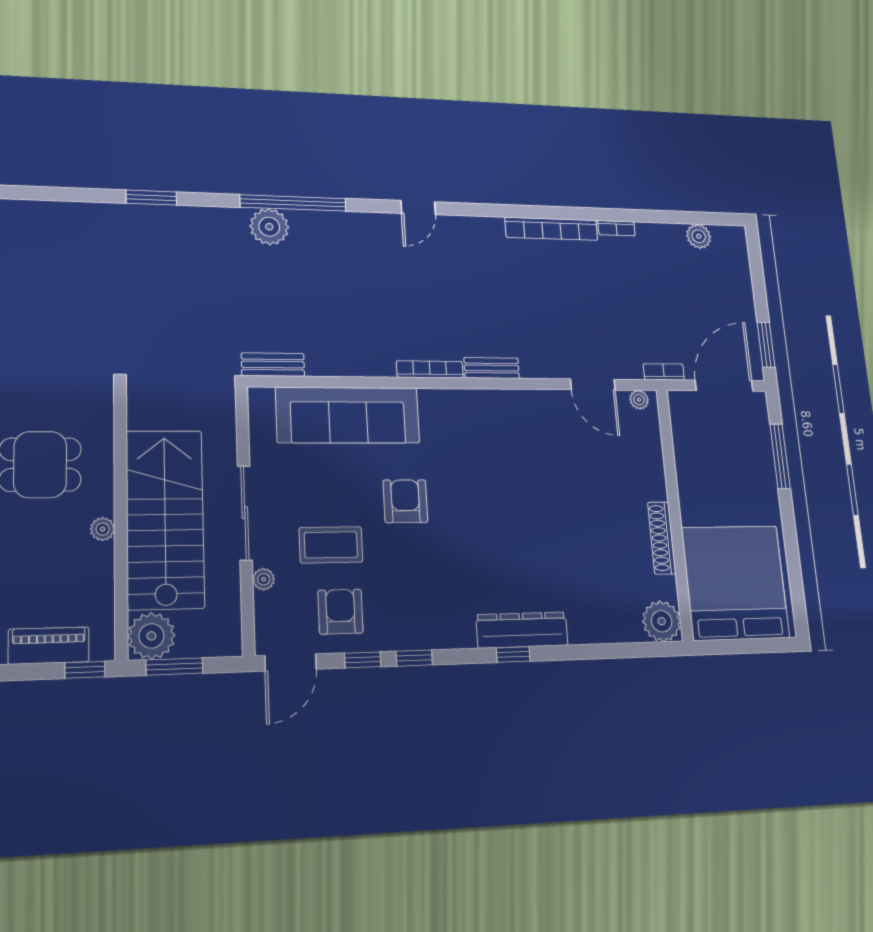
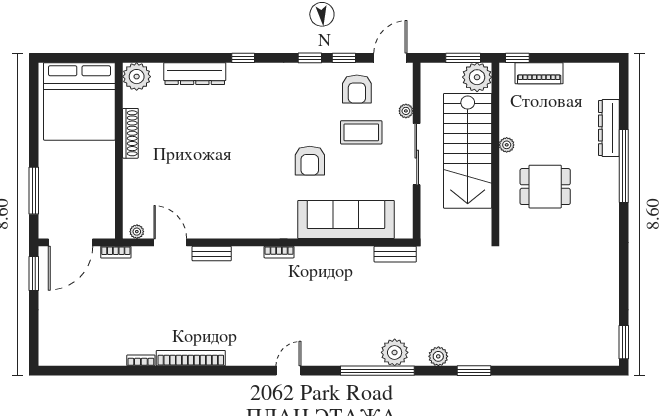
plant: (699, 236) -> (438, 356), moved
bench: (492, 368) -> (212, 254), moved
bookcase: (430, 369) -> (279, 252), width x0.64
dresser: (522, 630) -> (195, 74), moved

